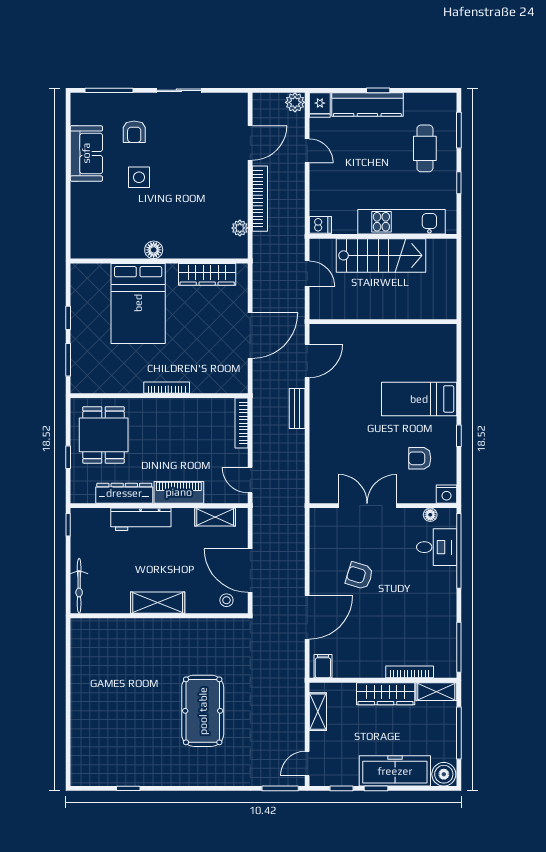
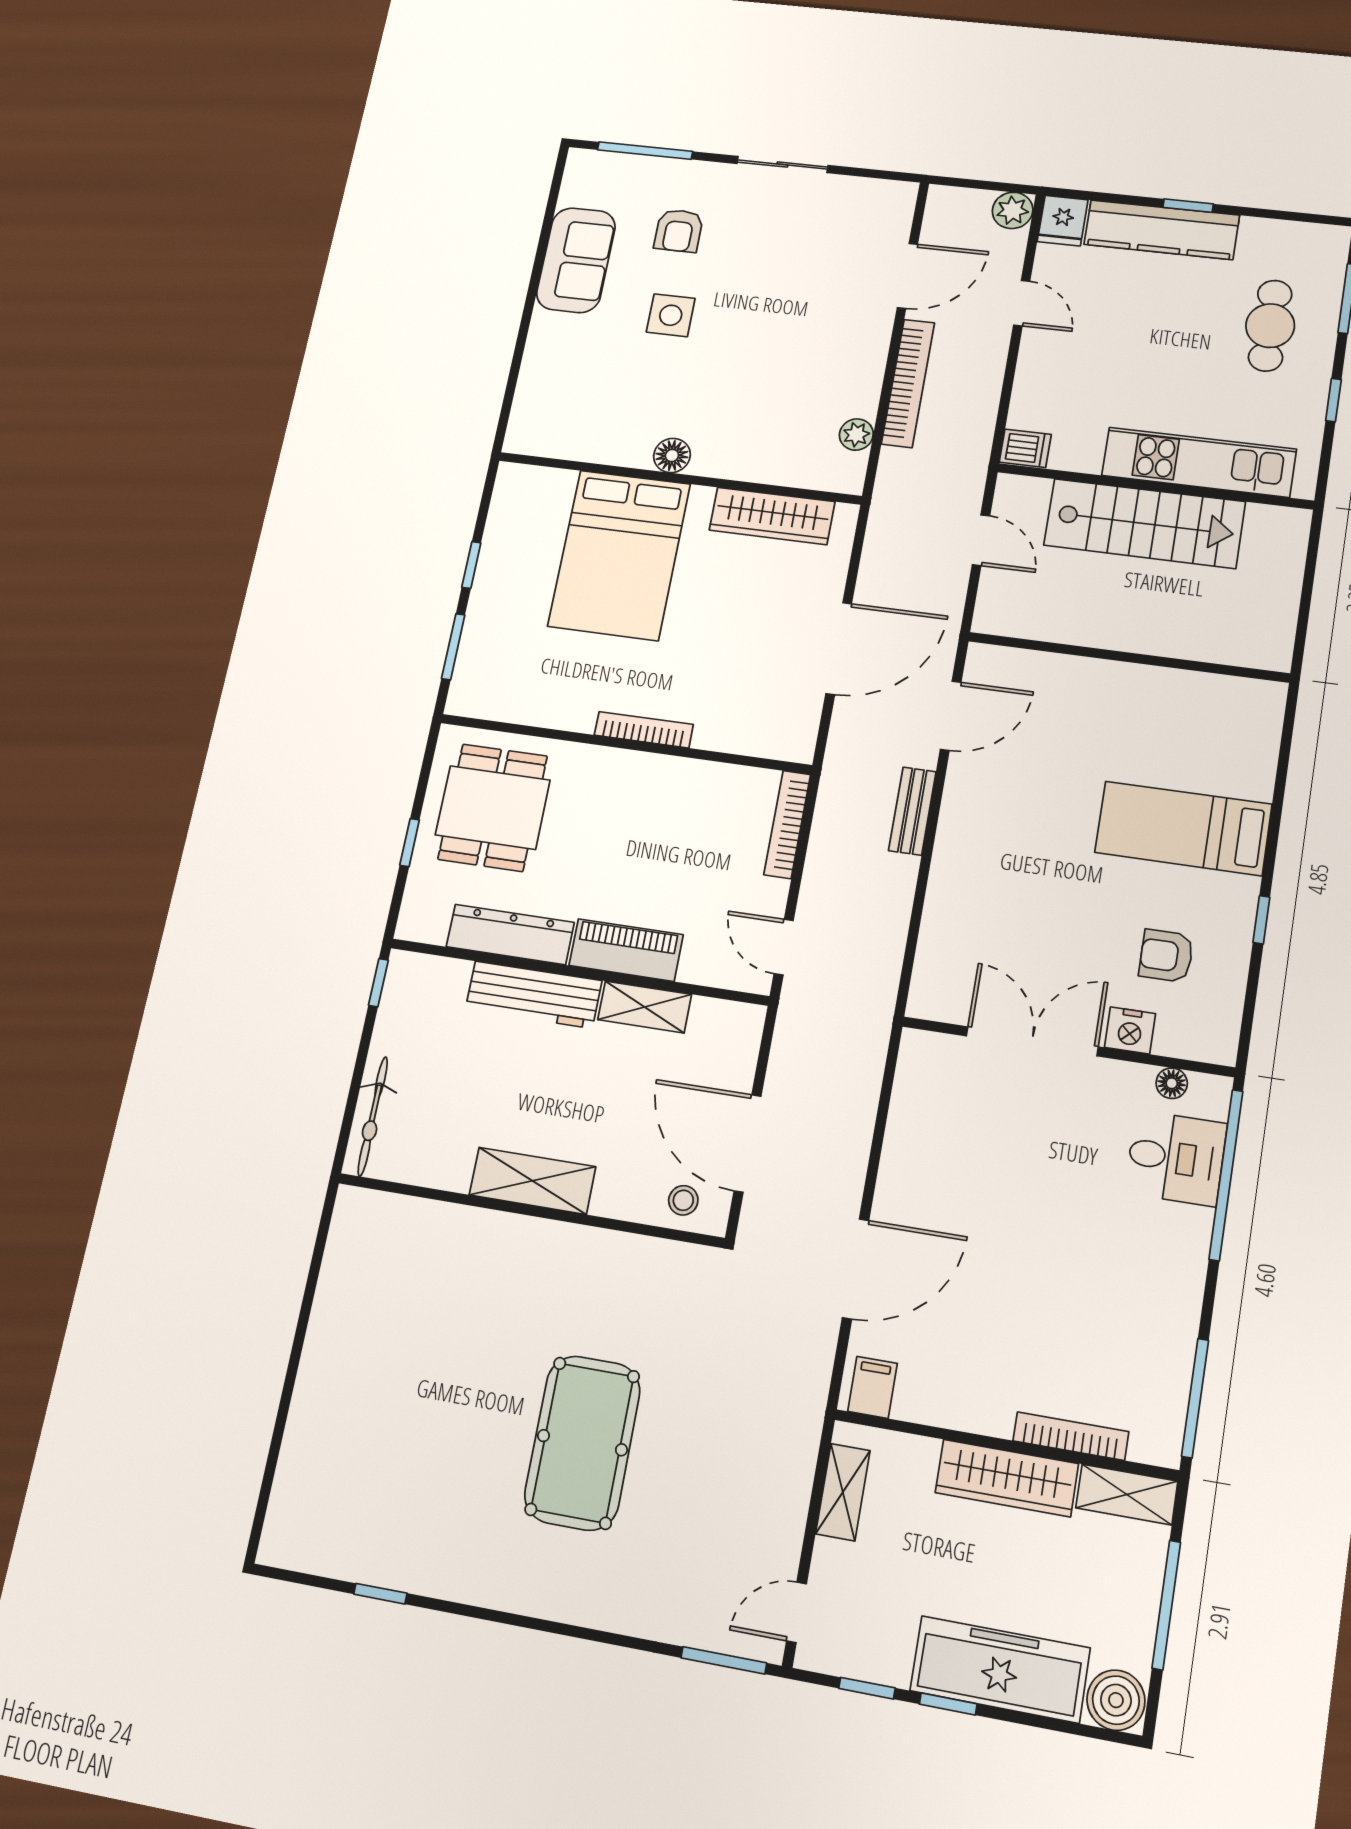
nightstand: (447, 494) -> (1130, 1030), moved
shelving: (215, 517) -> (645, 1007), moved
armchair: (359, 576) -> (989, 1194), removed

